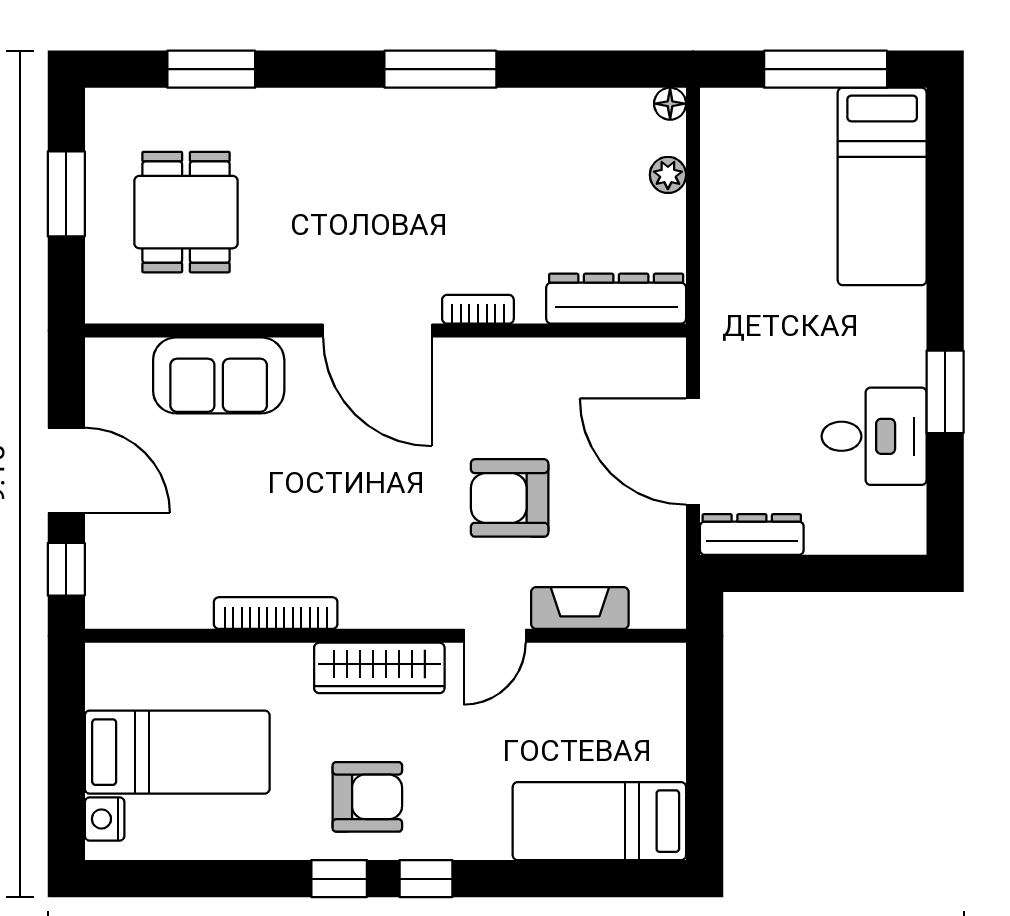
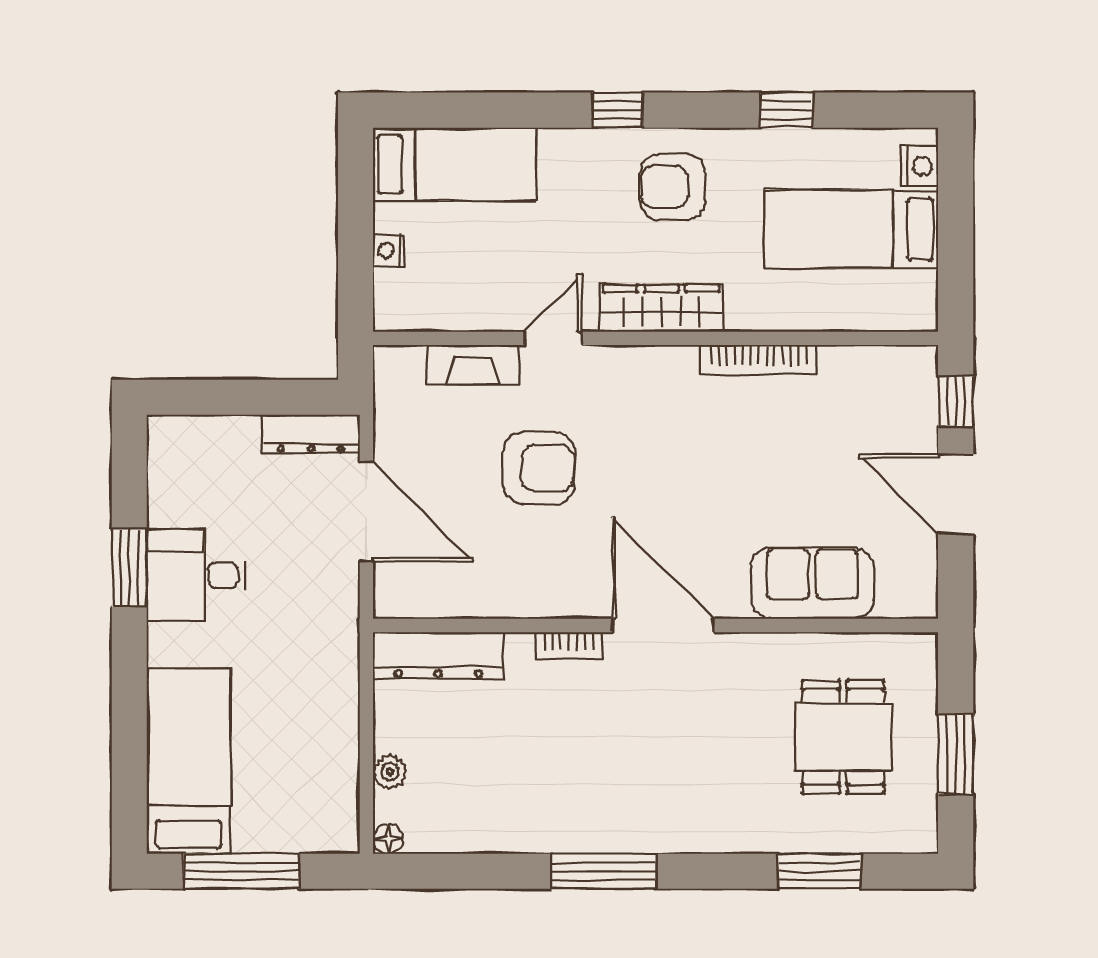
desk: (874, 436) -> (196, 575), moved
nightstand: (669, 729) -> (389, 251), added
window: (339, 879) -> (786, 110), moved

